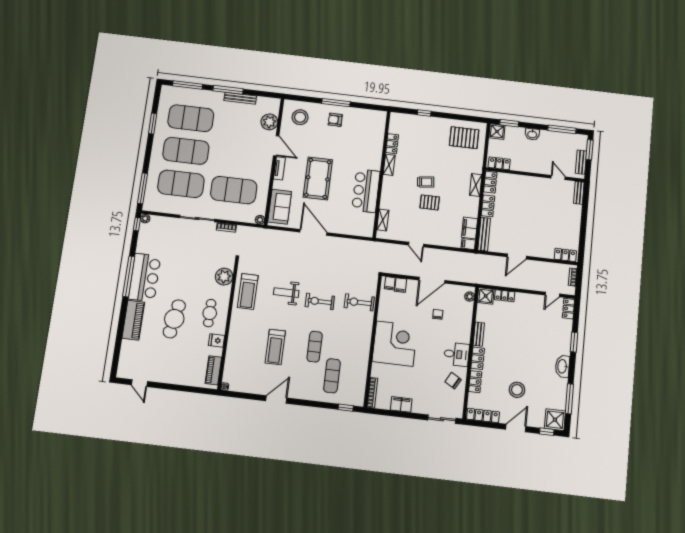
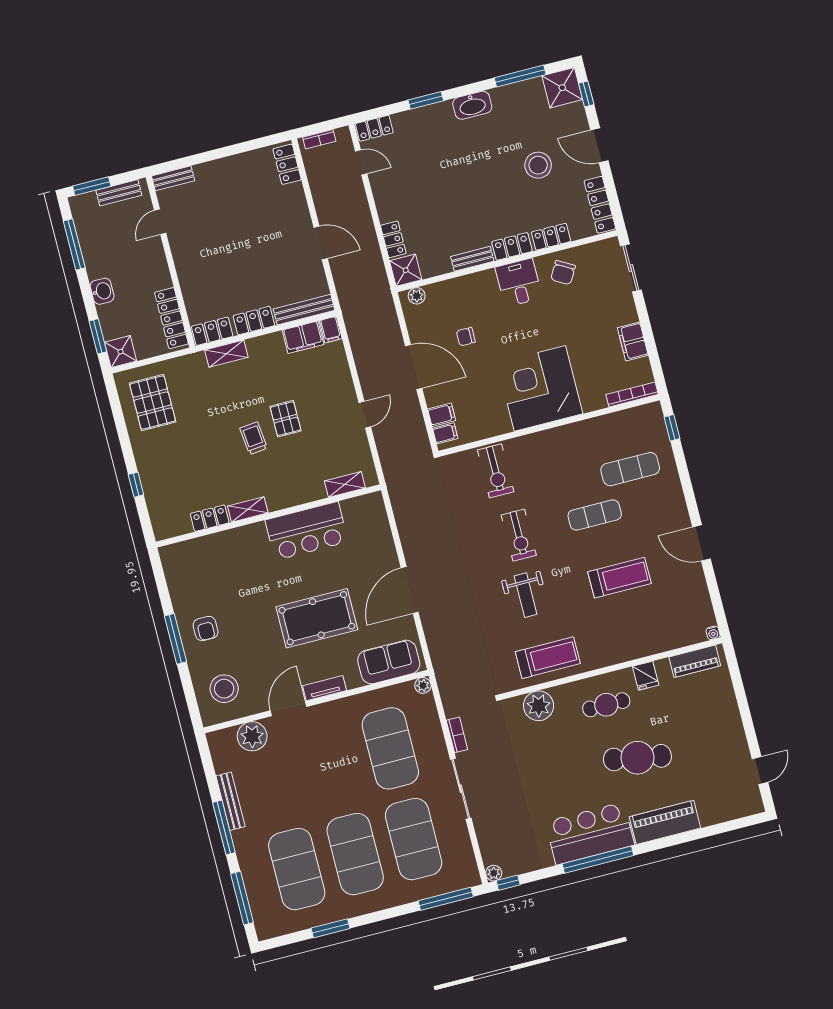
locker: (499, 163) -> (172, 318), width x1.53

